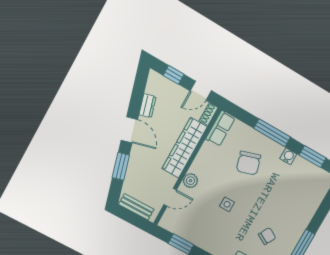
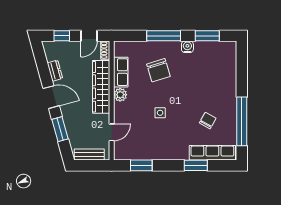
row of seats: (220, 128) -> (121, 72), moved
plant: (190, 181) -> (120, 95), moved

